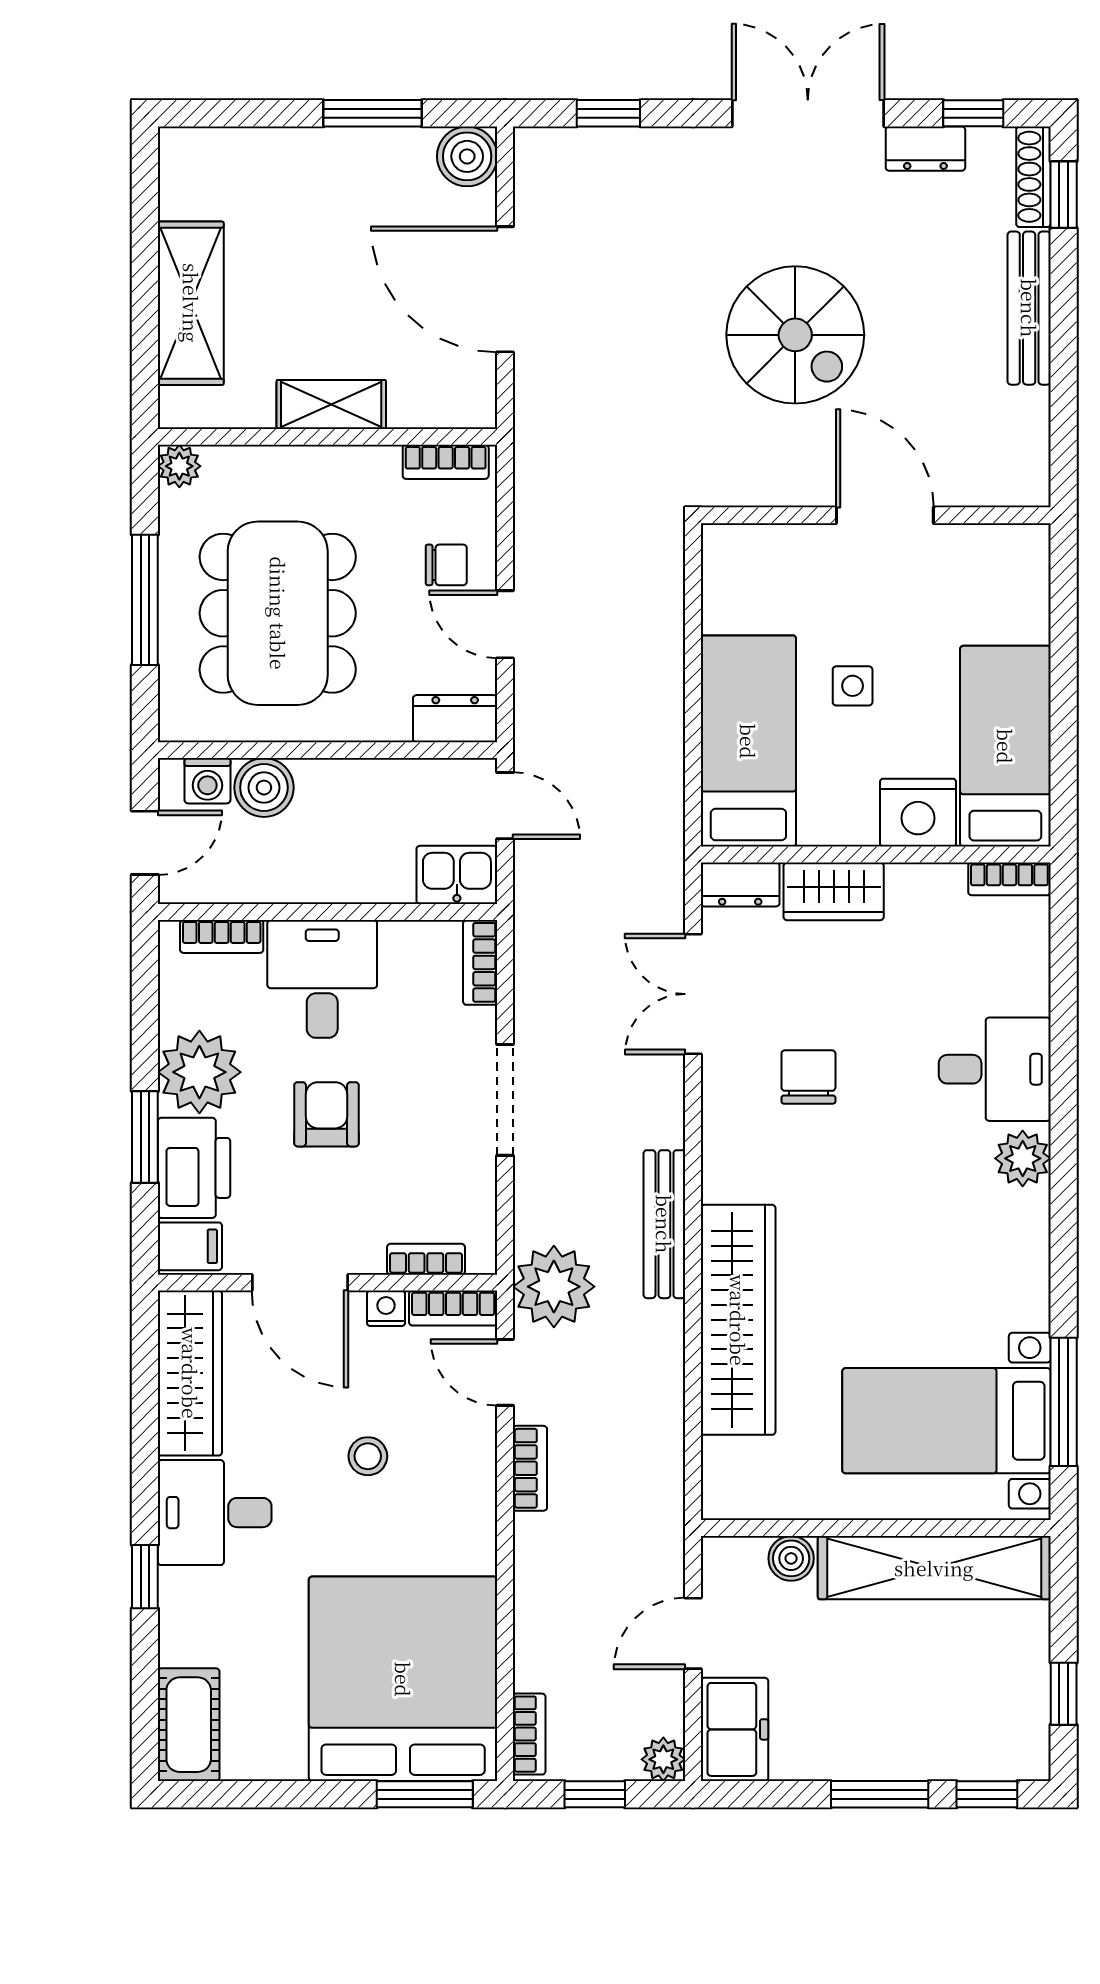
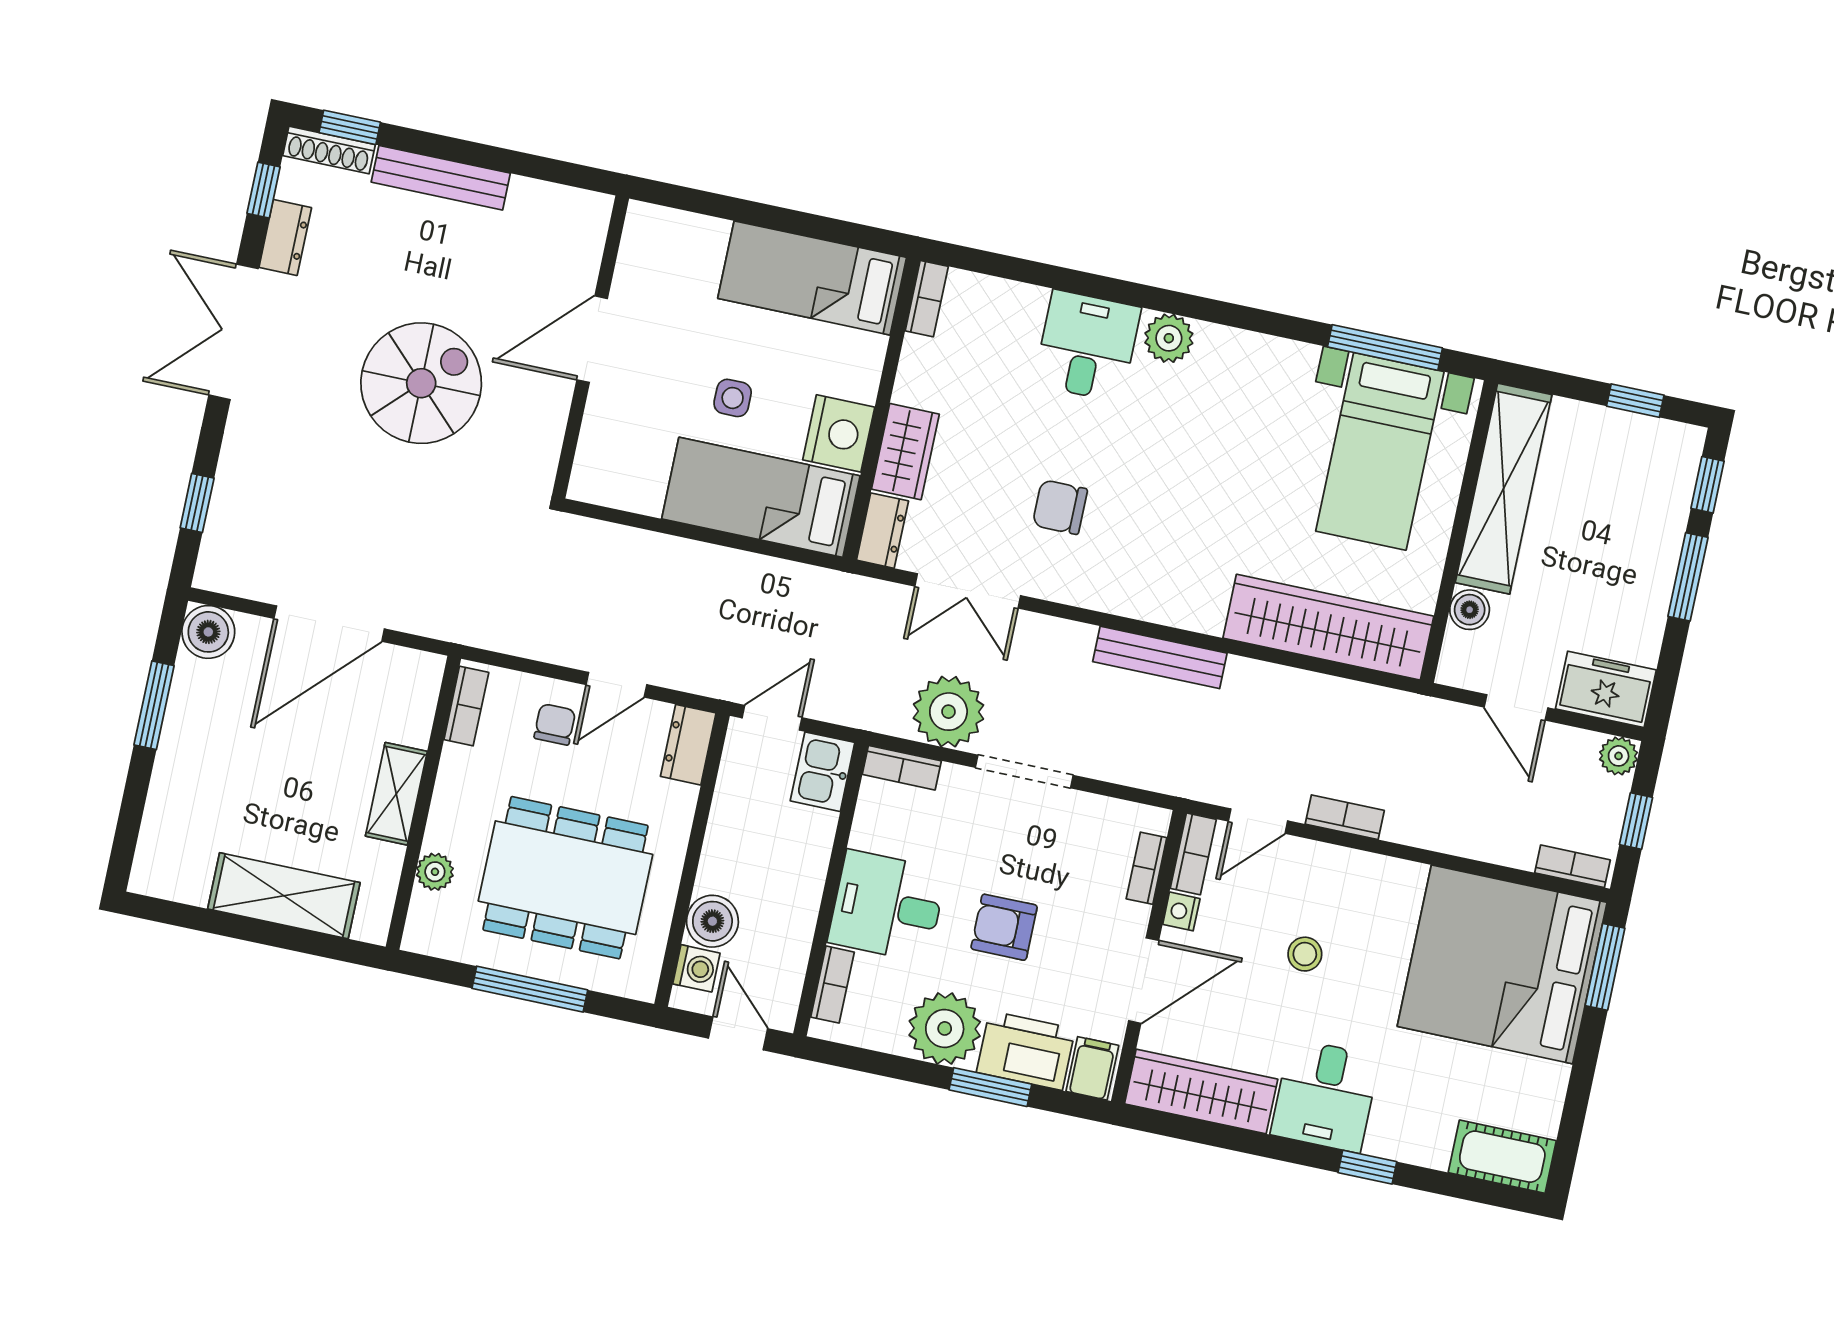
plant: (179, 466) -> (435, 872), moved
nightstand: (918, 813) -> (839, 433), moved
plant: (554, 1287) -> (948, 712), moved
wardrobe: (738, 1320) -> (1328, 627), moved

